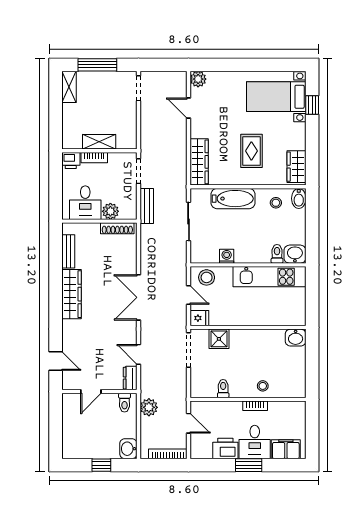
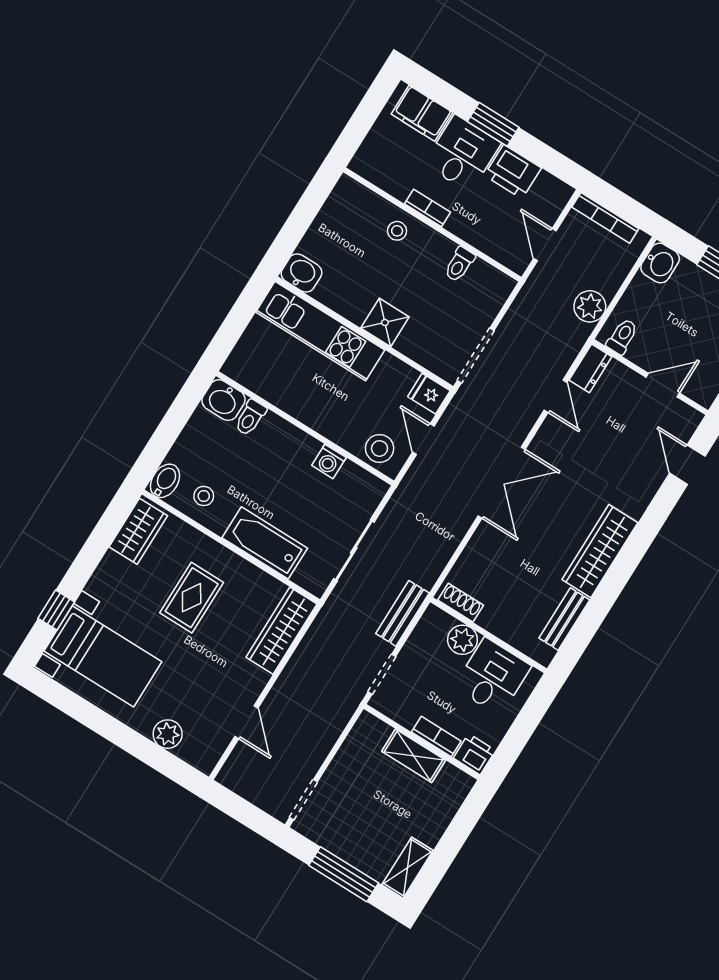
plant: (198, 79) -> (168, 734), moved
shoe rack: (117, 228) -> (461, 603), width x0.70
kitchen unit: (269, 277) -> (320, 331), moved, turned 180
shower: (219, 339) -> (385, 322), moved

